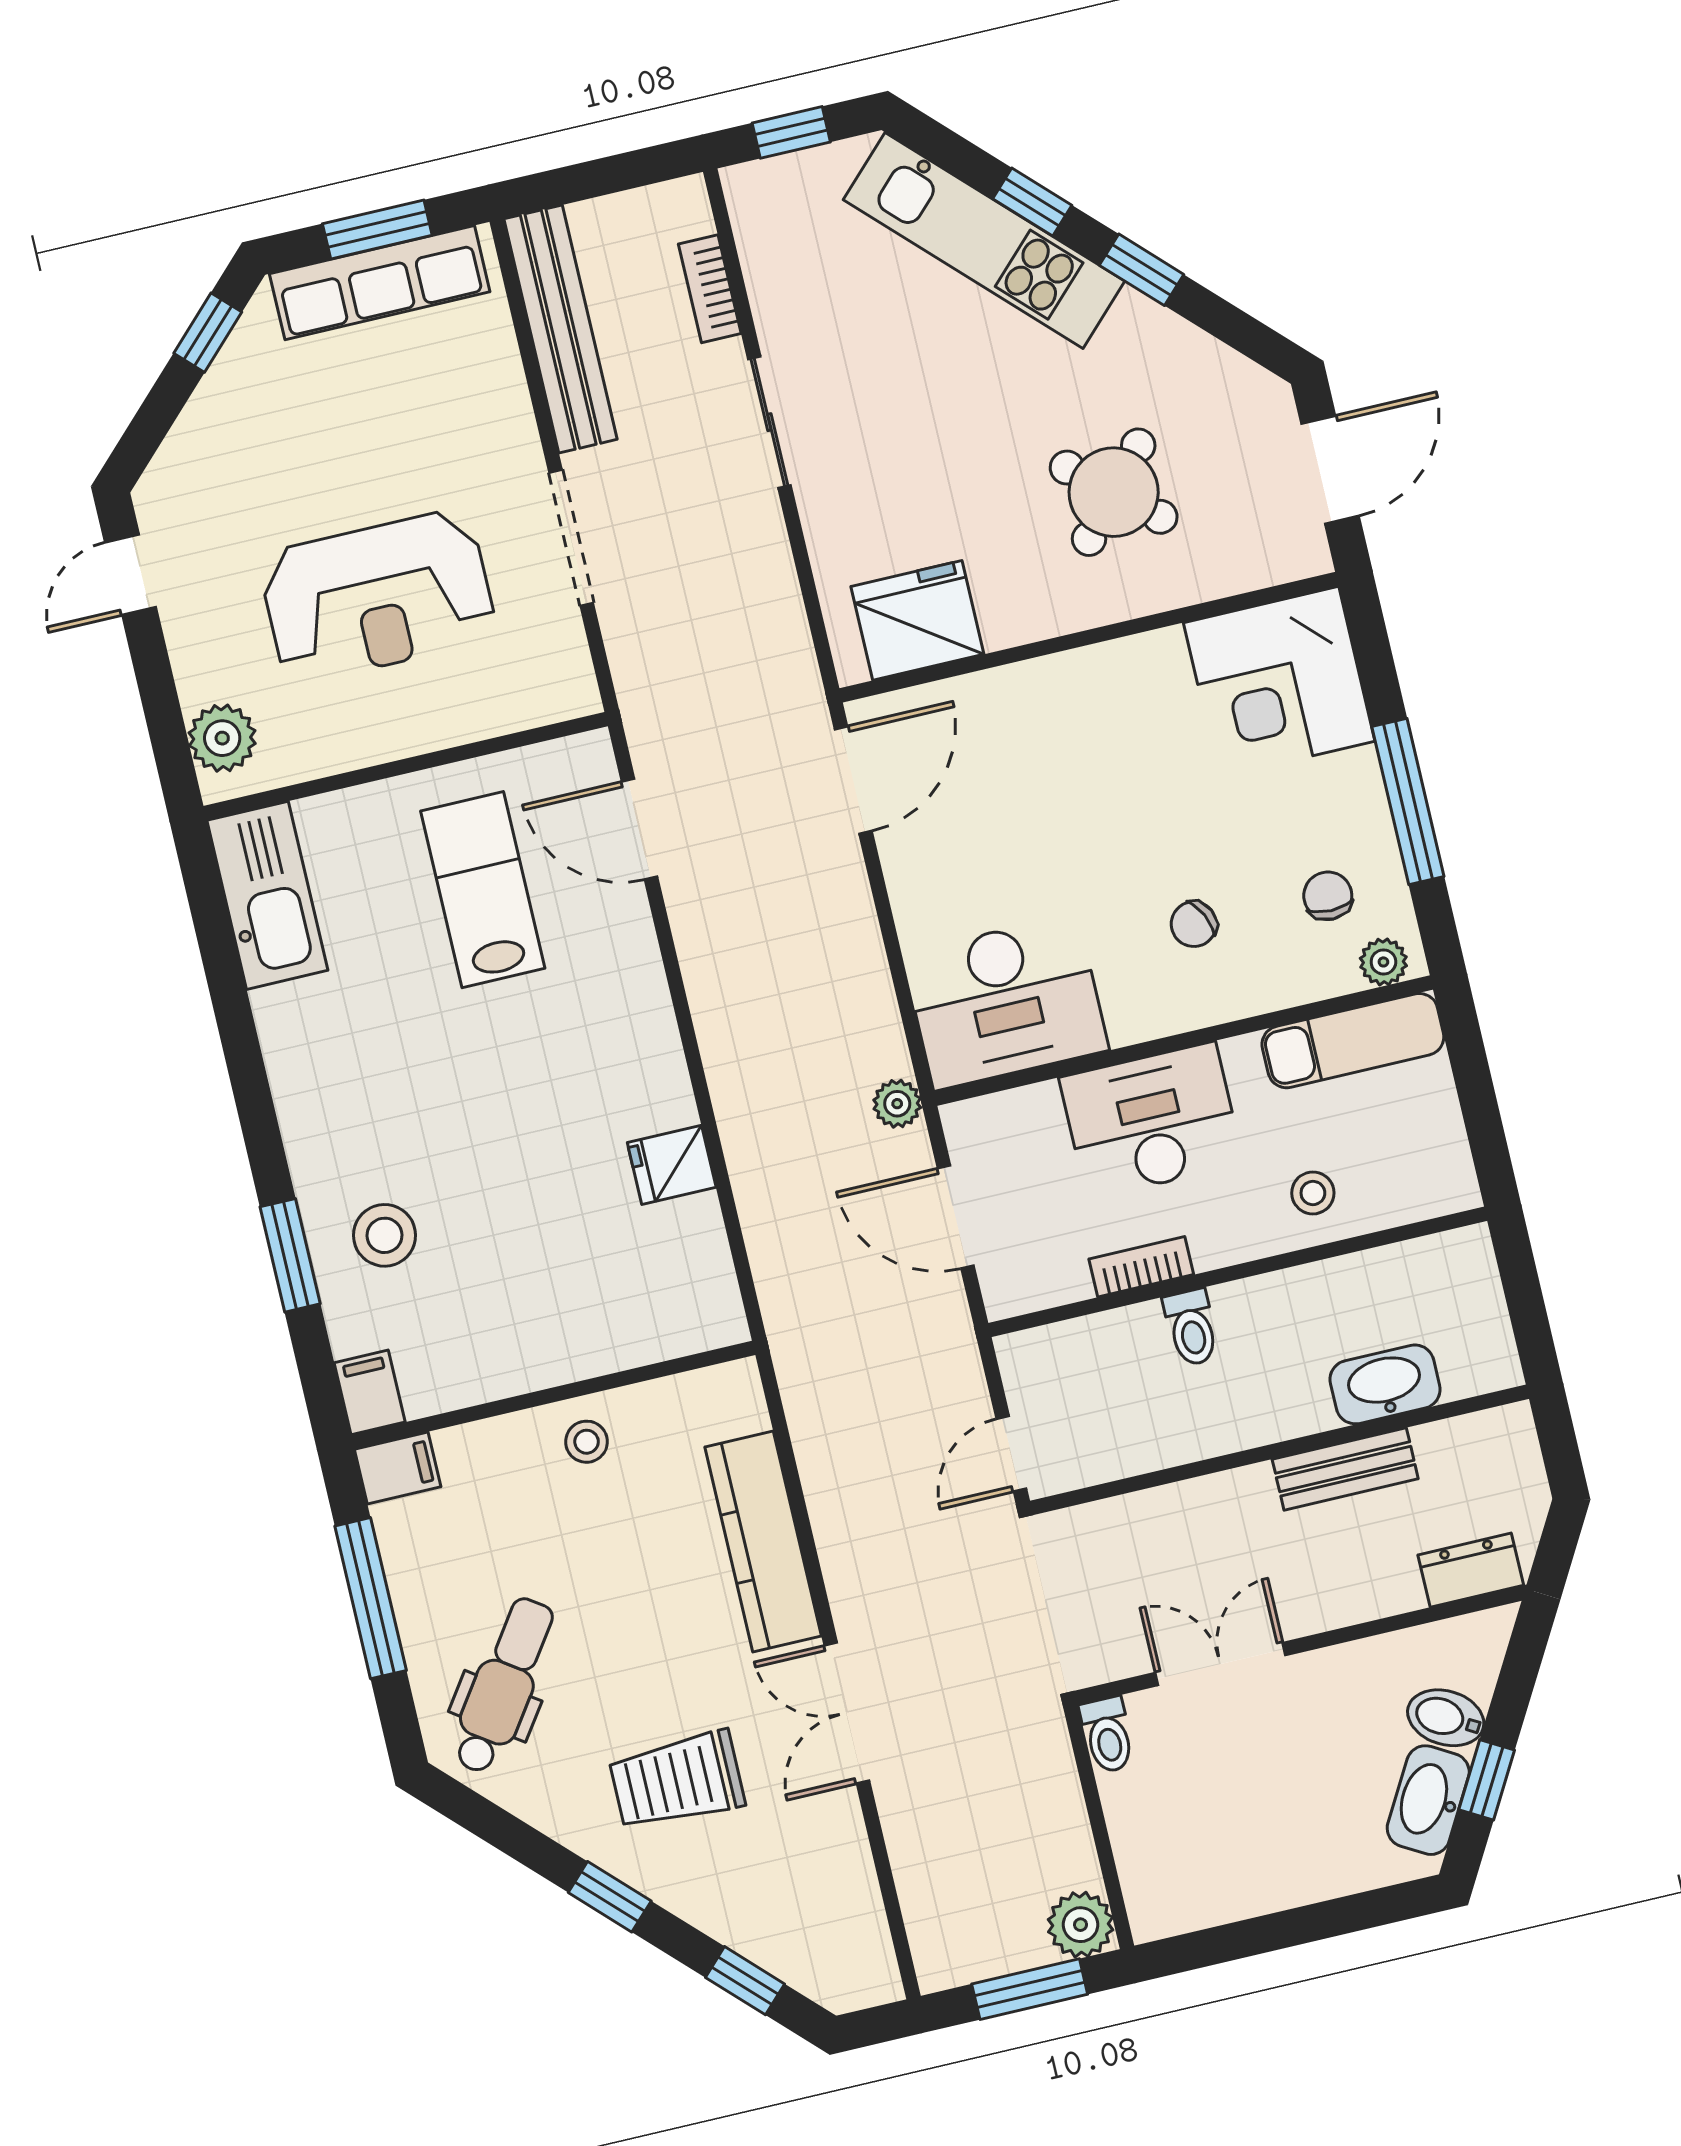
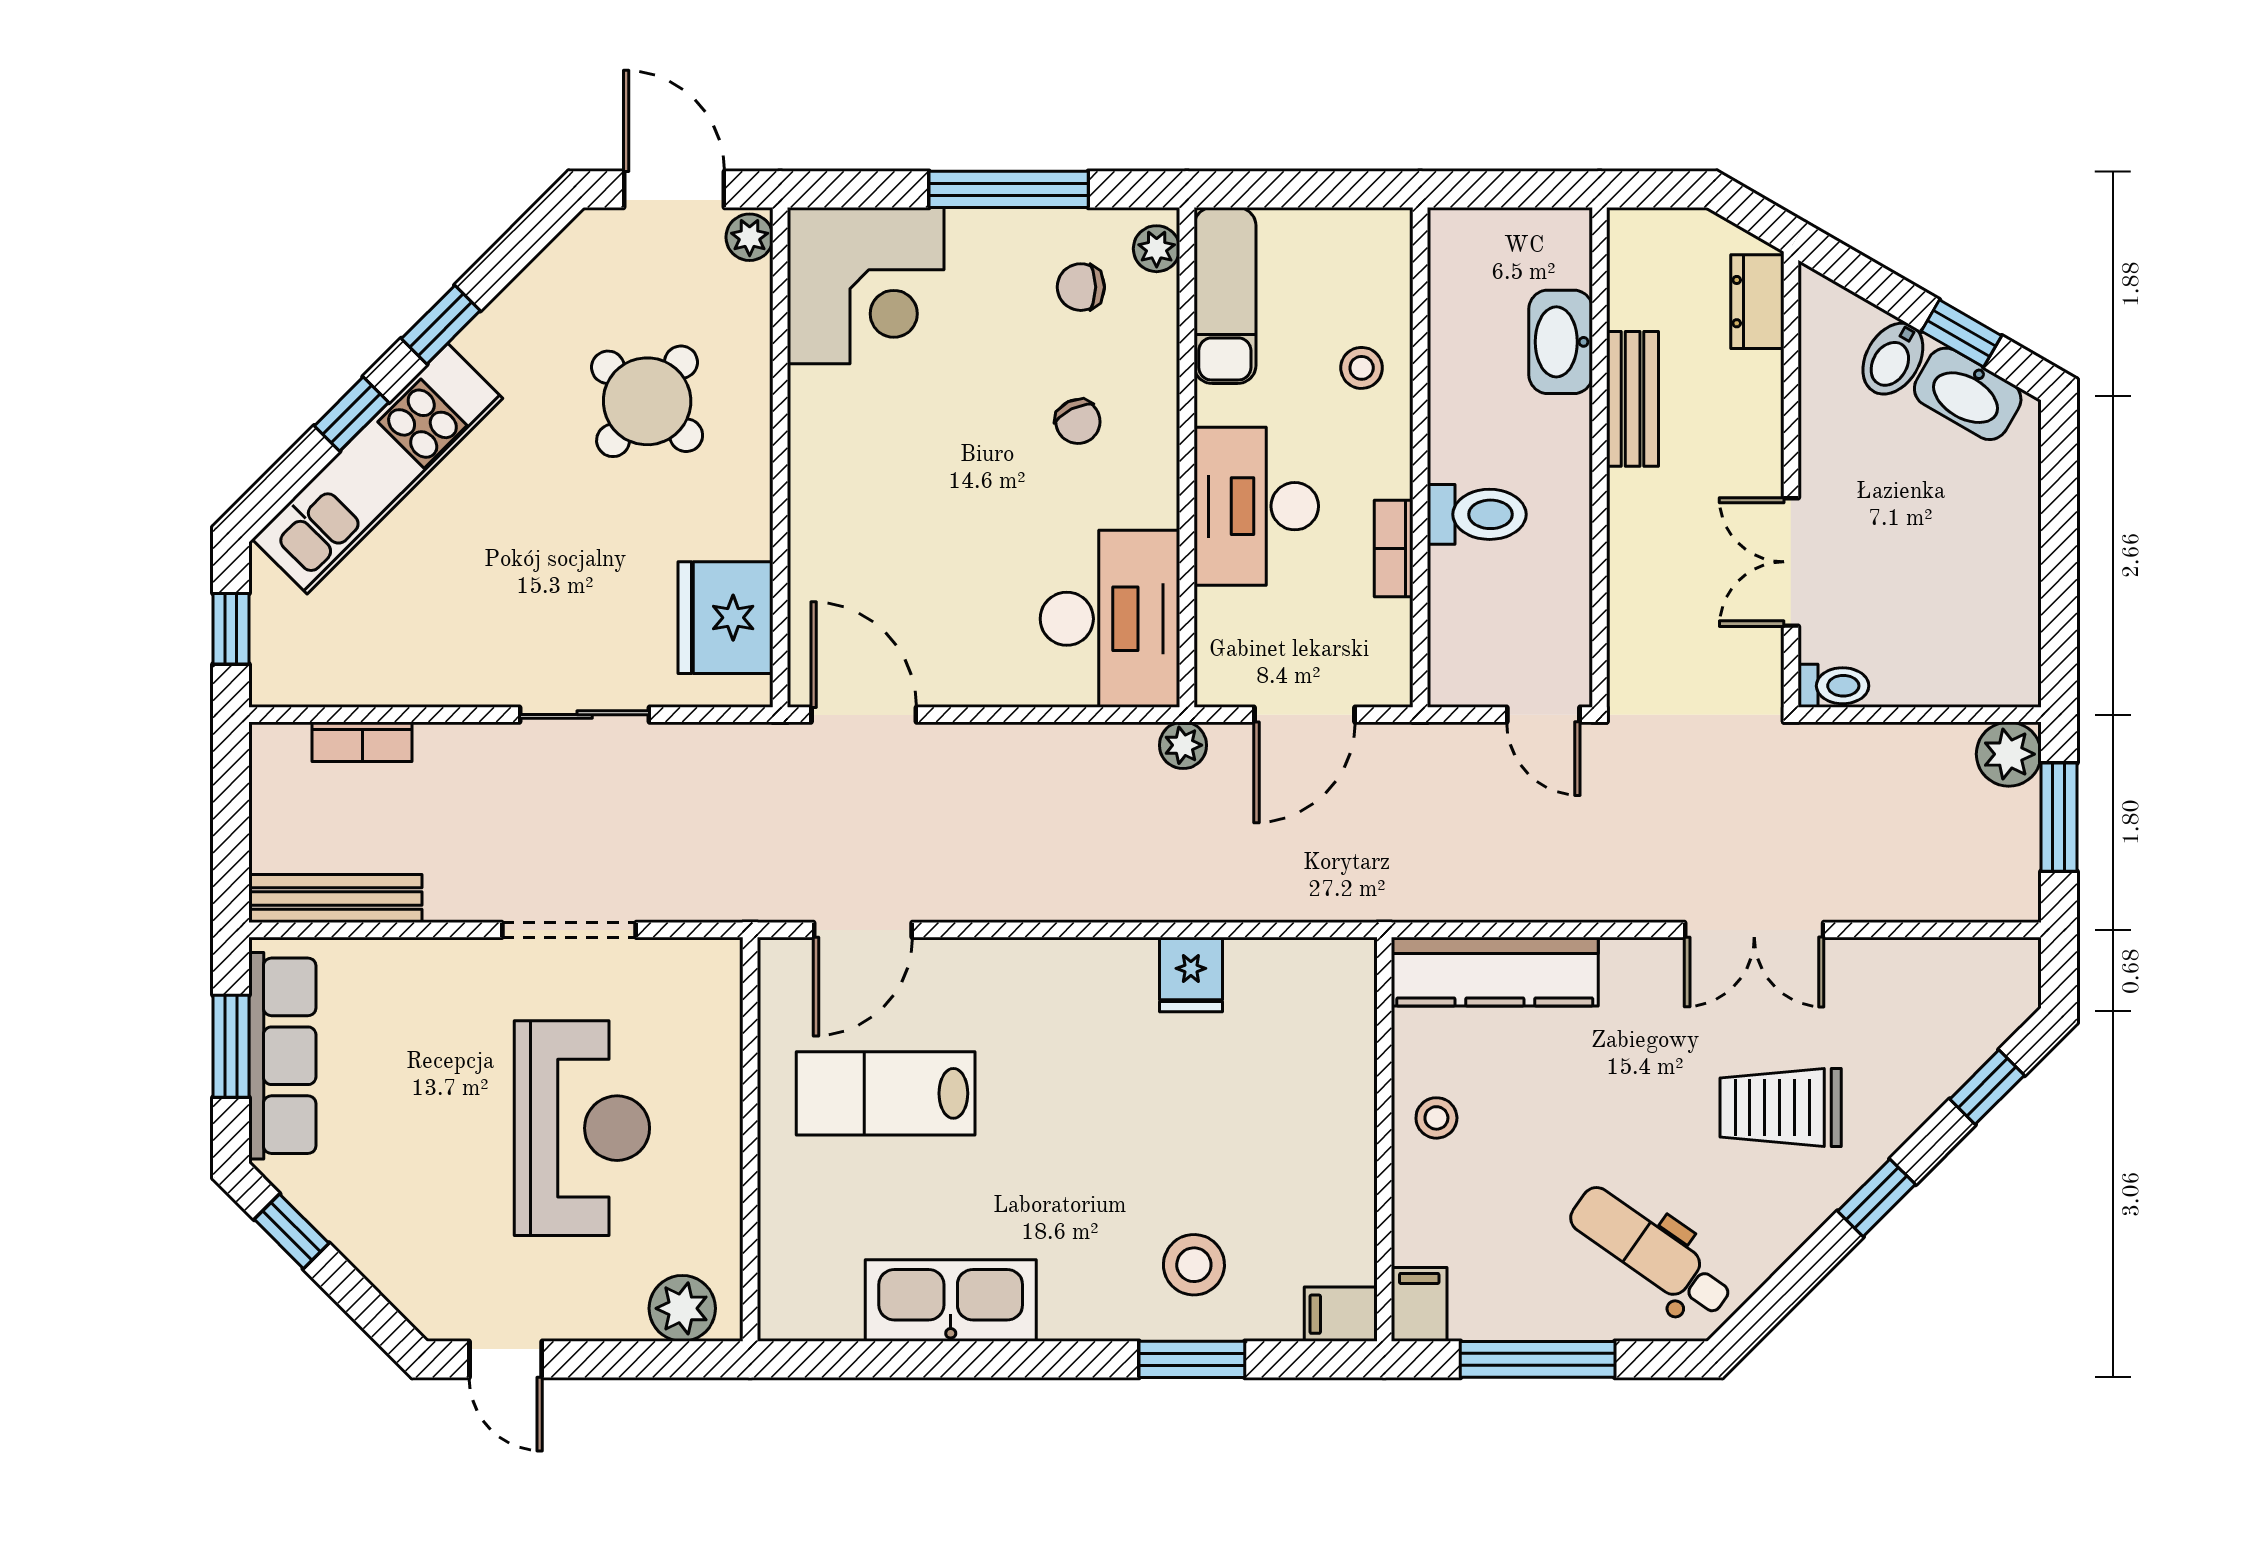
bench: (561, 329) -> (335, 899), width x0.73, depth x0.82
sliding door: (769, 422) -> (585, 715), moved
plant: (1300, 556) -> (750, 237), added
kitchen sink: (267, 895) -> (951, 1300), moved
toilet: (1191, 1328) -> (1477, 514), width x1.37, depth x1.39
kitchen counter: (763, 1541) -> (1495, 972), moved
trolley: (677, 1781) -> (1781, 1108), turned 90

